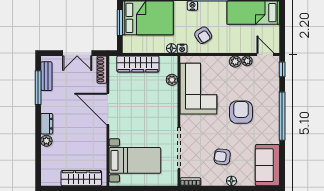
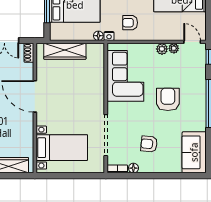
armchair: (203, 35) -> (130, 23), turned 123
shoe rack: (102, 70) -> (29, 53), width x0.70
plant: (172, 80) -> (99, 67), removed
floor lamp: (231, 181) -> (133, 168), moved

